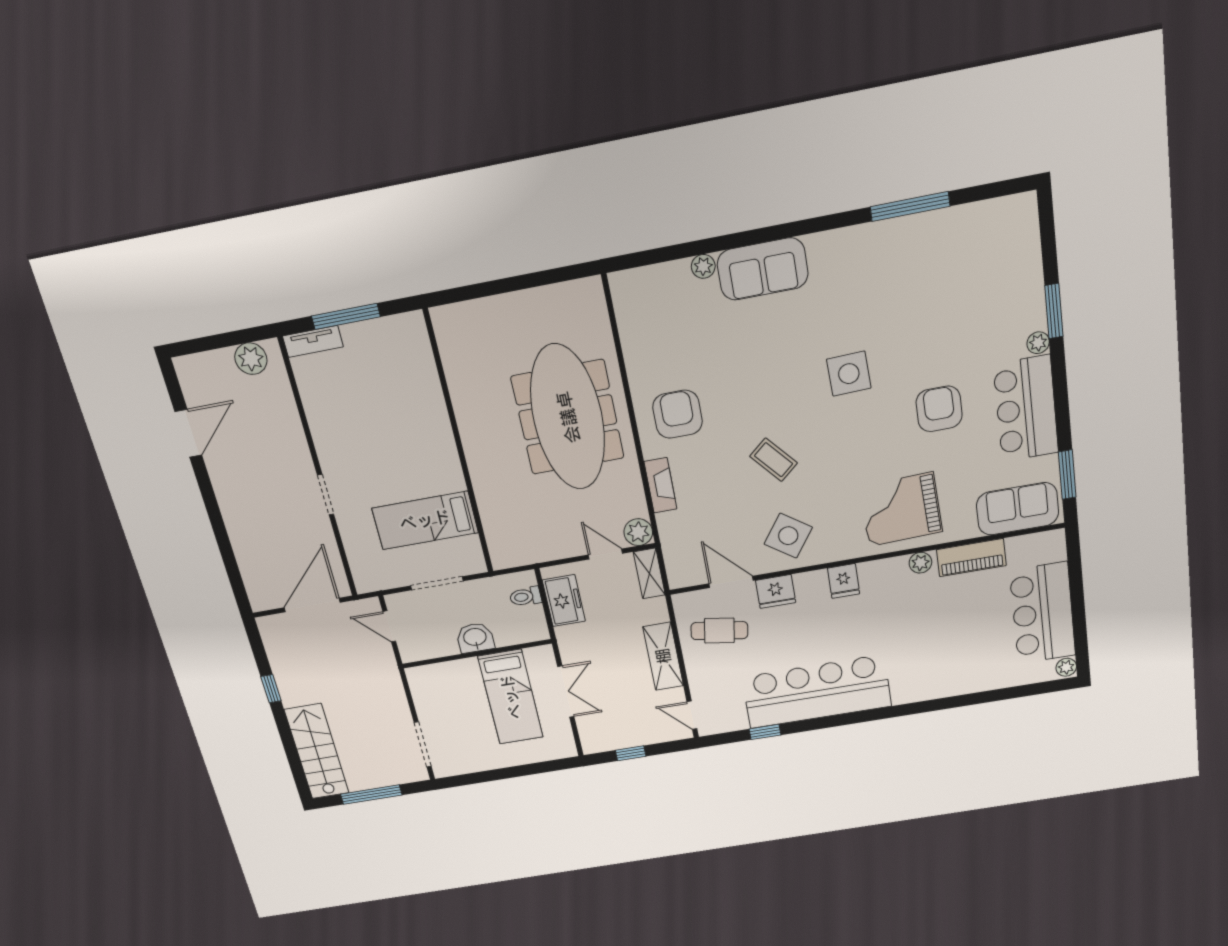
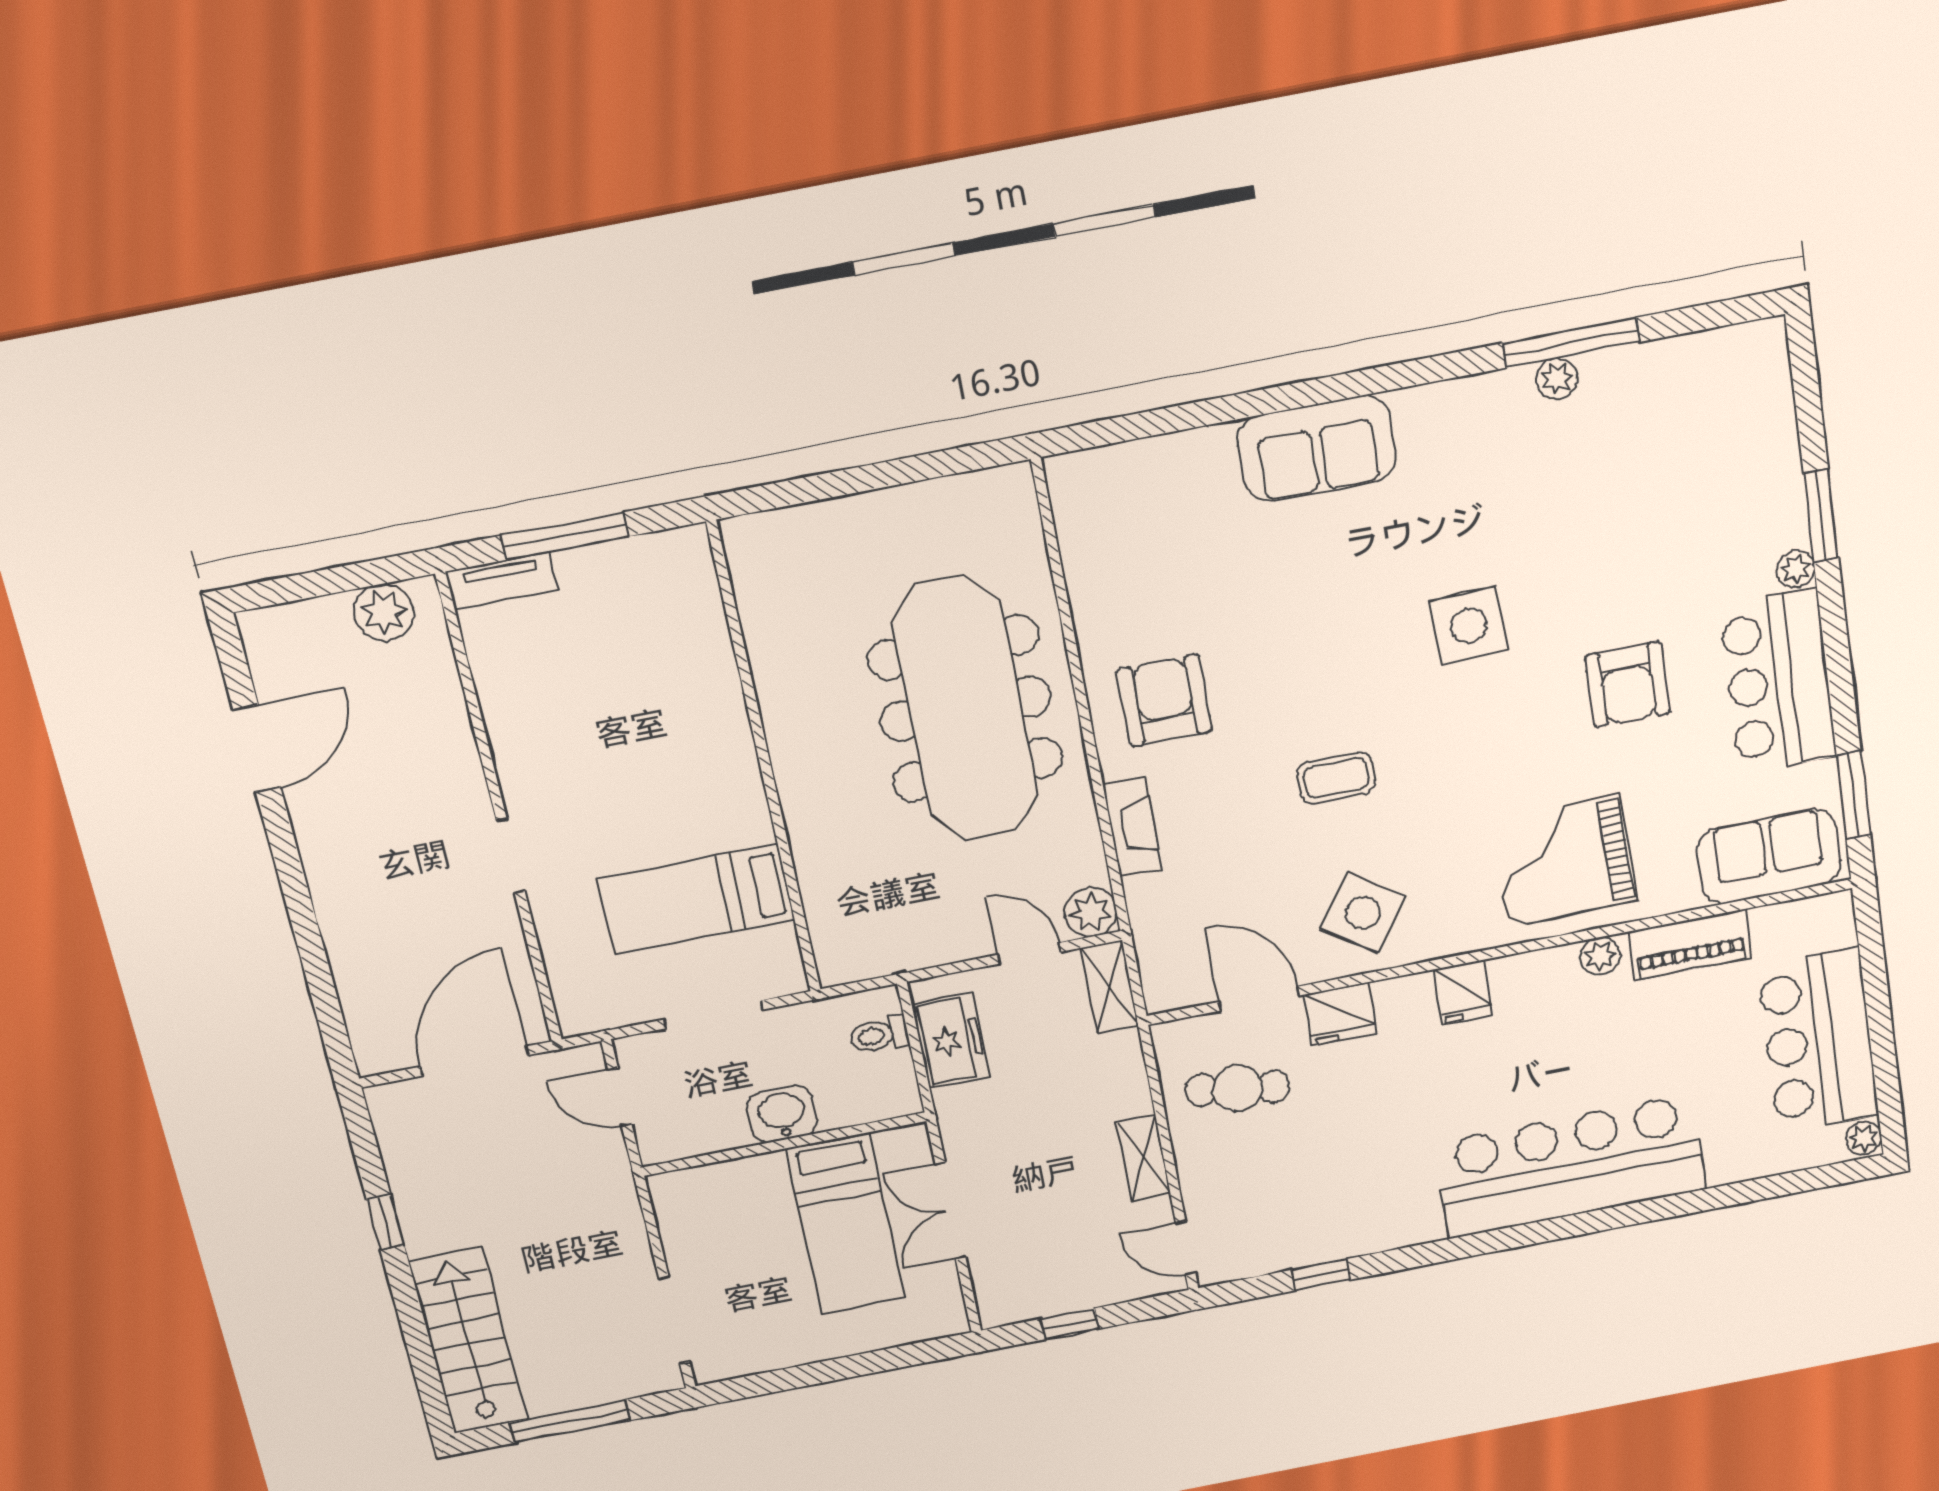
plant: (703, 266) -> (1557, 378), moved
armchair: (939, 409) -> (1628, 684), turned 180
coffee table: (774, 460) -> (1336, 778), turned -49
shelving: (663, 656) -> (1144, 1157), width x0.67, depth x0.75
double door: (566, 692) -> (950, 1211), swing flipped
bar counter: (817, 692) -> (1571, 1166), moved

